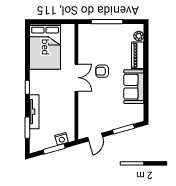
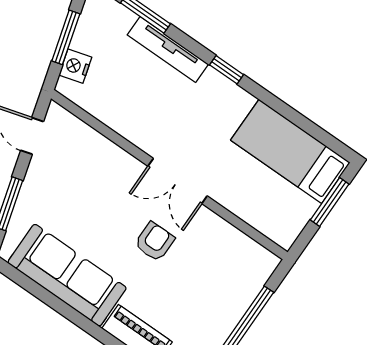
window: (48, 22) -> (330, 202), added
bed: (45, 47) -> (290, 151), width x0.67
sofa: (134, 87) -> (67, 275), width x1.36

